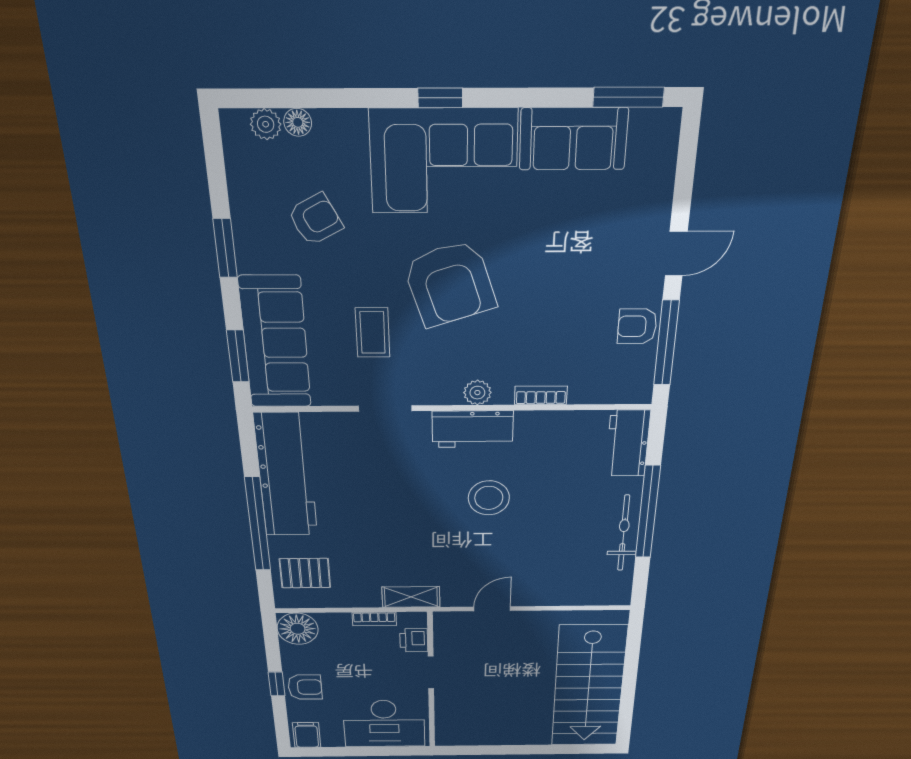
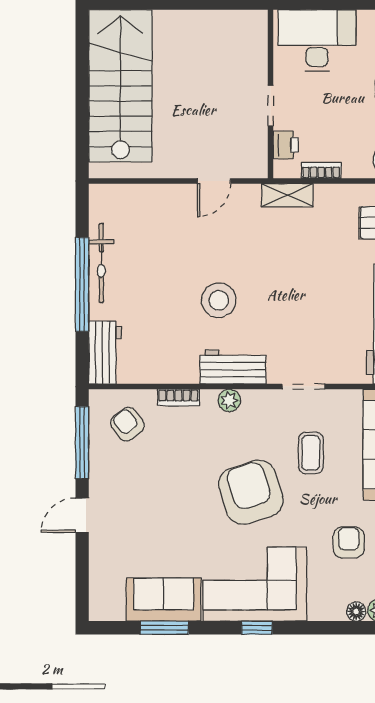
window: (628, 97) -> (164, 628), moved
armchair: (315, 219) -> (349, 542), turned 118
armchair: (637, 326) -> (127, 424), moved, turned -128

